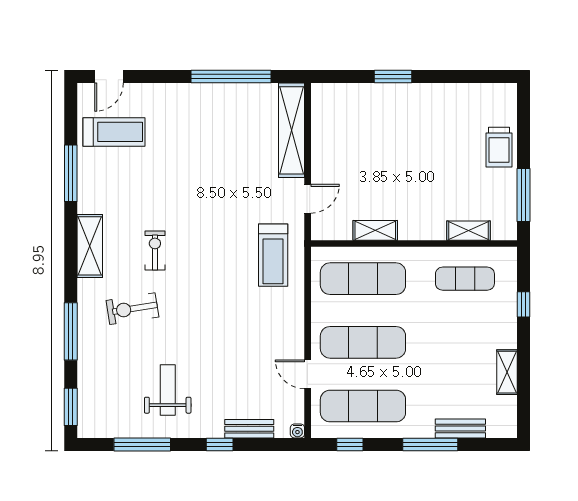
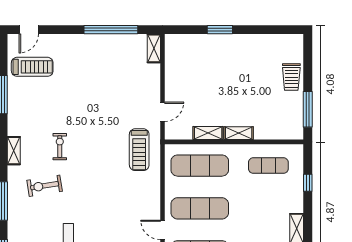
shelving: (292, 130) -> (154, 48), width x0.45, depth x0.75
shelving: (469, 231) -> (239, 133), moved
shelving: (90, 246) -> (14, 151), width x0.67, depth x0.75

